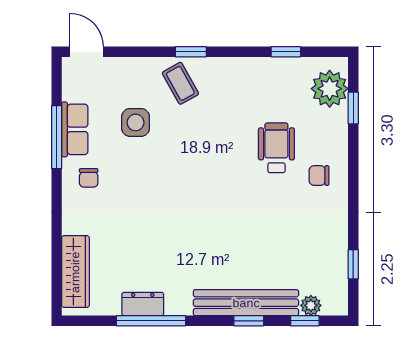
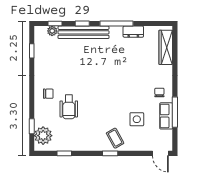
window: (151, 321) -> (116, 24), moved

